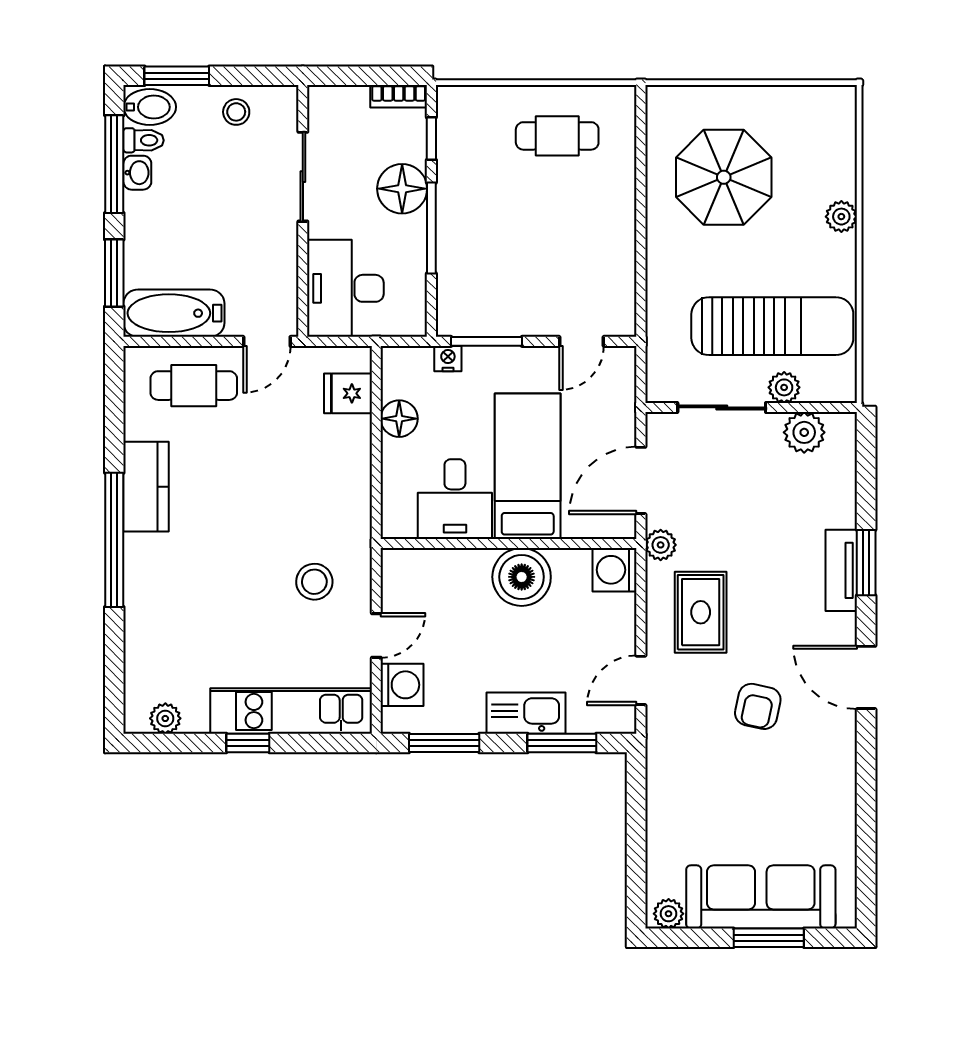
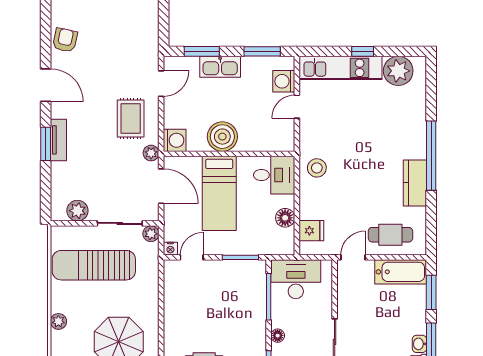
floor lamp: (402, 189) -> (278, 336), width x0.53, depth x0.53
window: (431, 228) -> (269, 297), moved
desk: (345, 288) -> (296, 279), moved, turned -90
nightstand: (448, 359) -> (170, 249), moved
plant: (784, 387) -> (151, 234), moved
door: (641, 480) -> (161, 186), hinge flipped
desk: (455, 499) -> (274, 175), moved, turned 90
stool: (314, 582) -> (317, 168), moved
armchair: (758, 706) -> (65, 40), moved
plant: (165, 718) -> (398, 71), width x1.88, depth x1.88

